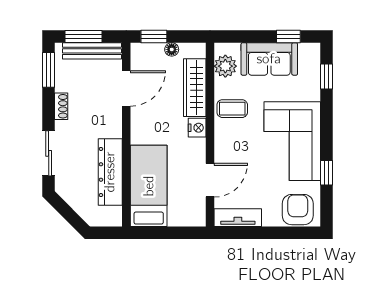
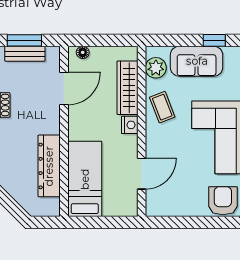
window: (154, 37) -> (90, 40), removed
floor lamp: (172, 49) -> (83, 52), moved
bench: (92, 51) -> (25, 54), width x0.73
coffee table: (232, 109) -> (162, 107), turned 69
tv unit: (238, 218) -> (167, 208), removed

